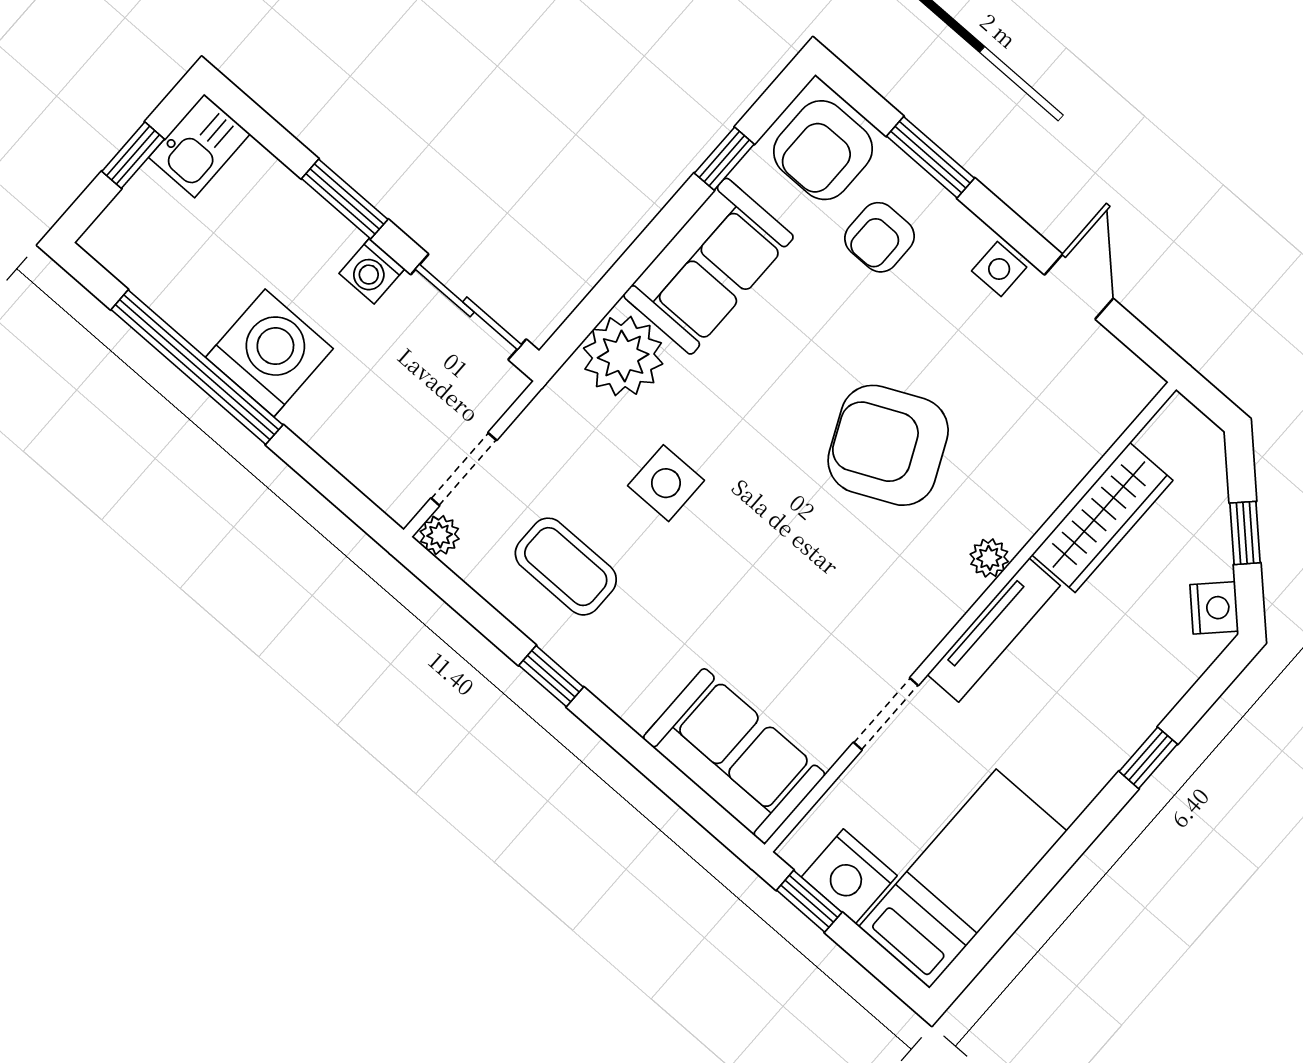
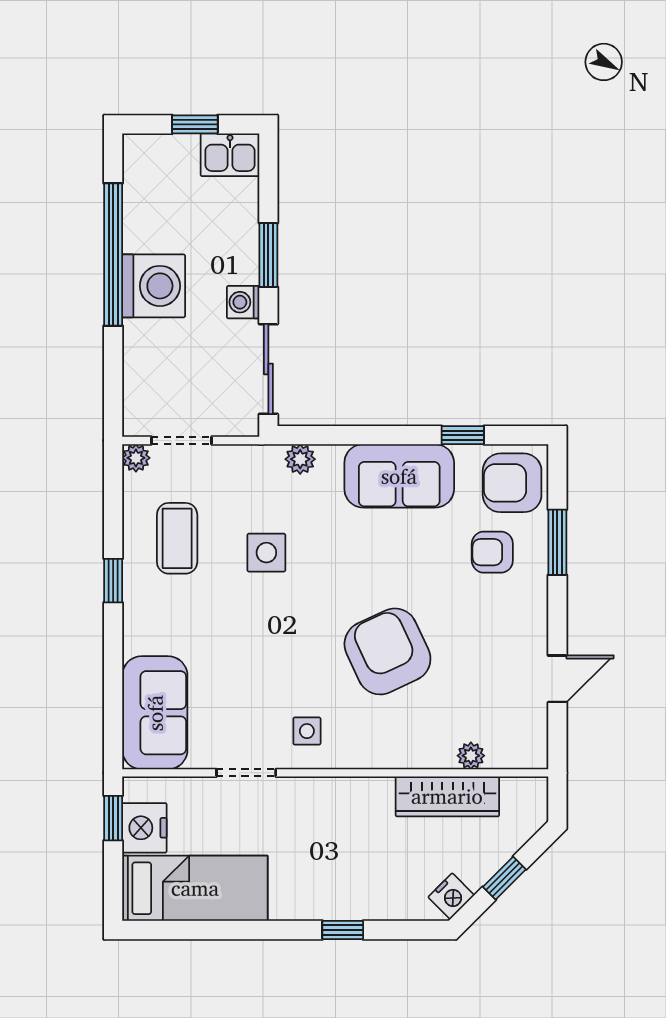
side table: (999, 269) -> (307, 731), moved
plant: (623, 356) -> (300, 459), width x0.53, depth x0.53
plant: (989, 558) -> (471, 756), moved
tv unit: (994, 630) -> (339, 791), removed

